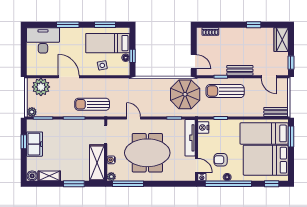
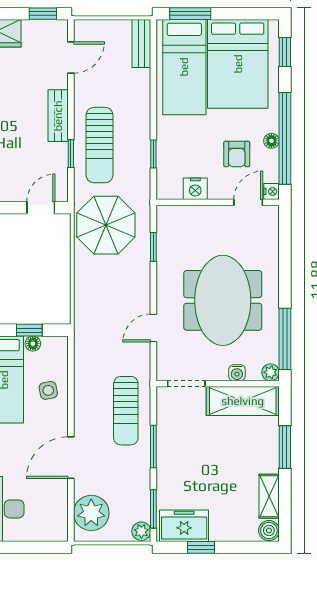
nightstand: (203, 127) -> (195, 189), moved
tv unit: (190, 138) -> (193, 215), removed
freezer: (35, 144) -> (184, 526), moved

